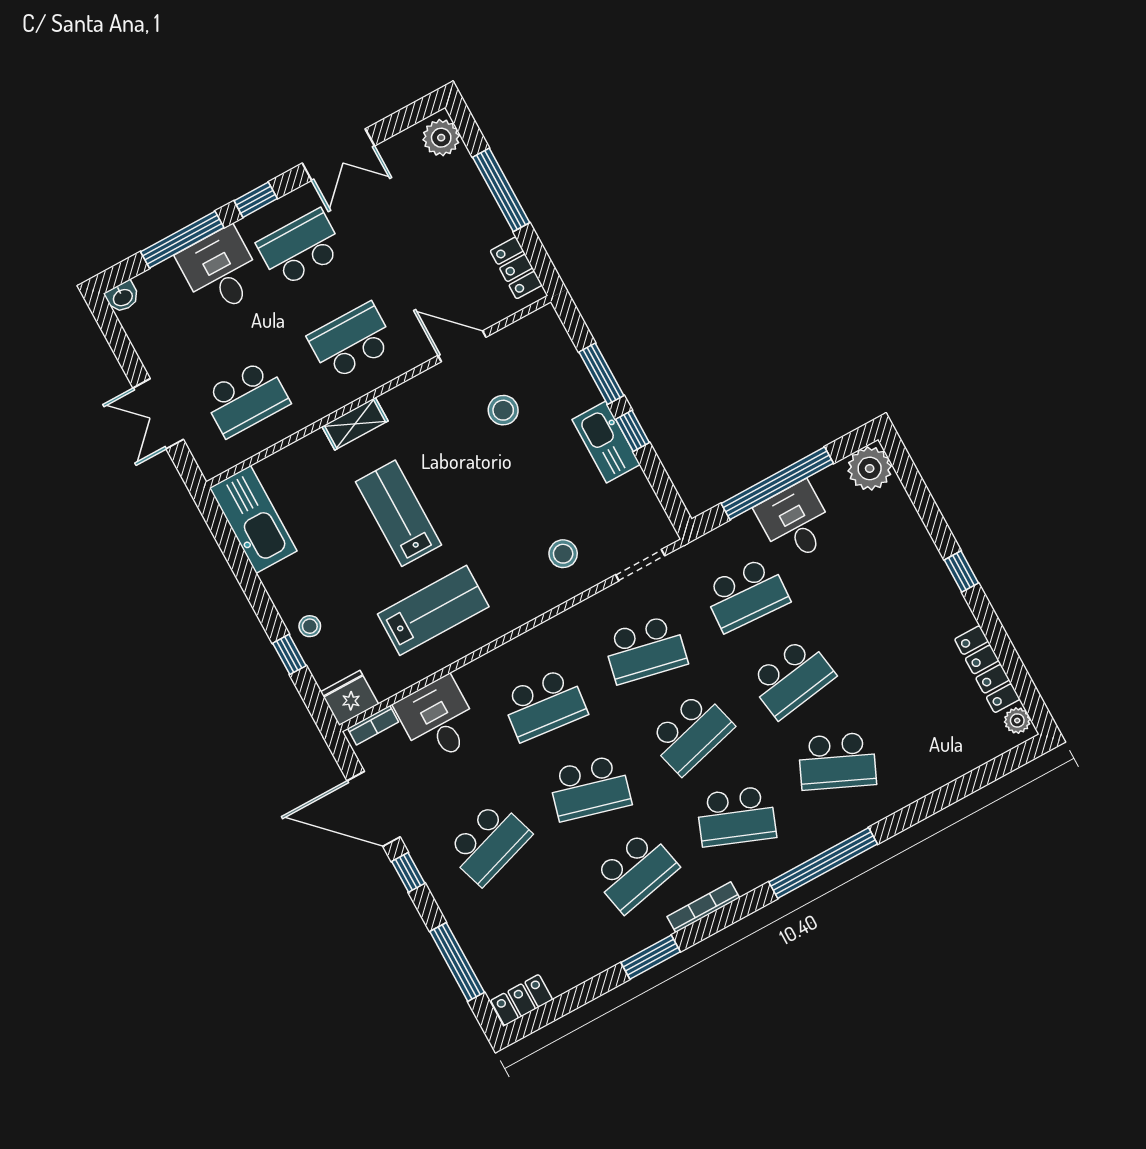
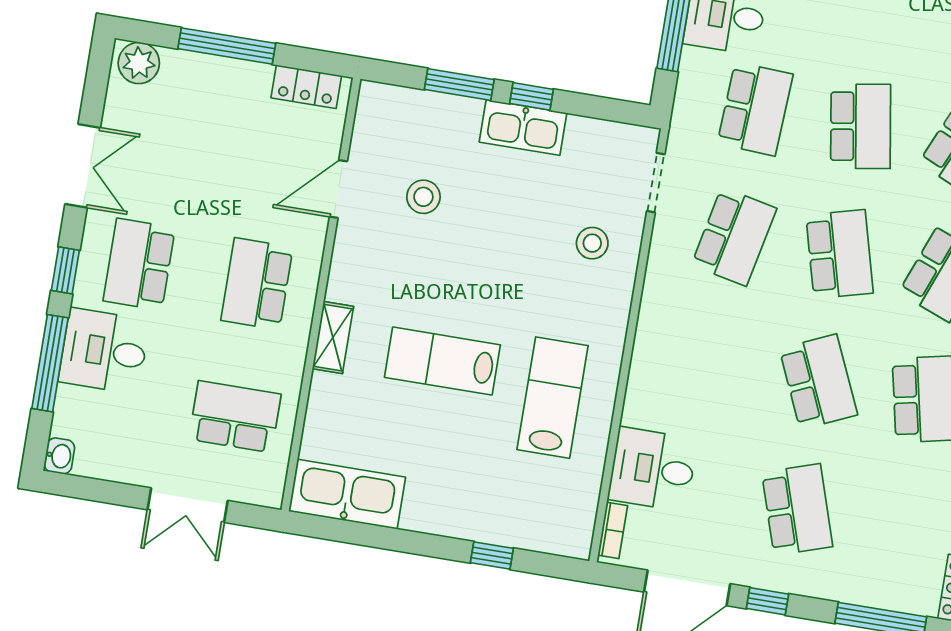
school desk: (246, 398) -> (235, 417), turned -90
stool: (310, 626) -> (481, 518), removed
fridge: (349, 698) -> (572, 532), removed
school desk: (544, 704) -> (713, 364), removed
school desk: (590, 788) -> (818, 382), turned -39

